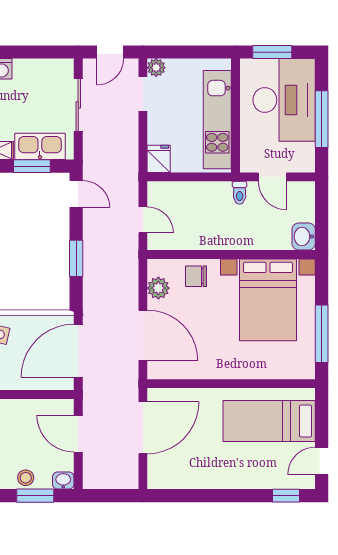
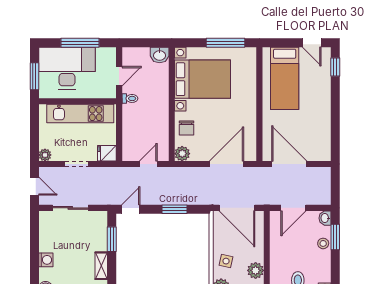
doorway: (143, 94) -> (77, 164), moved
kitchen sink: (40, 146) -> (99, 234), removed
plant: (158, 288) -> (182, 154), moved

